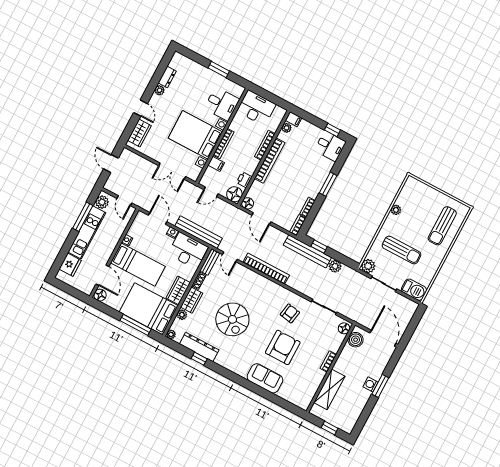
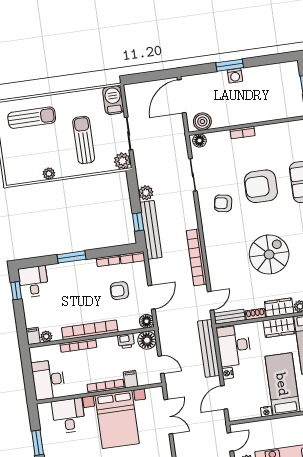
armchair: (282, 200) -> (119, 291), added
shelving: (329, 389) -> (269, 112), removed

